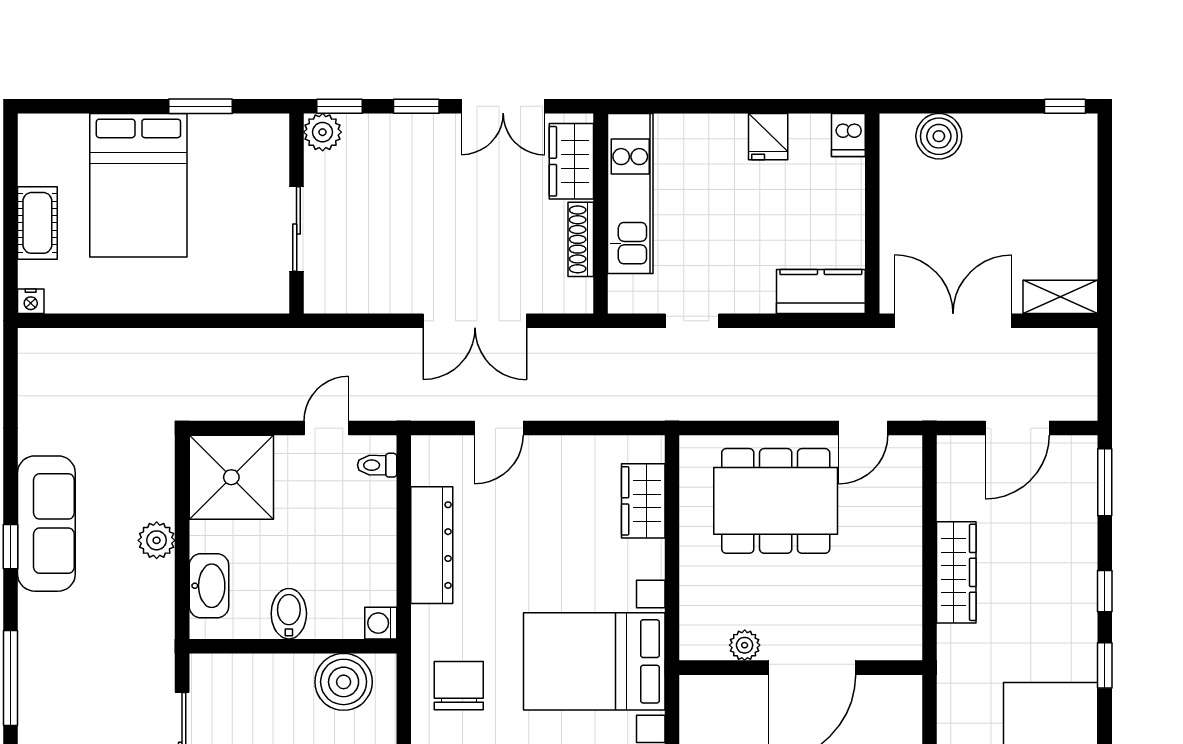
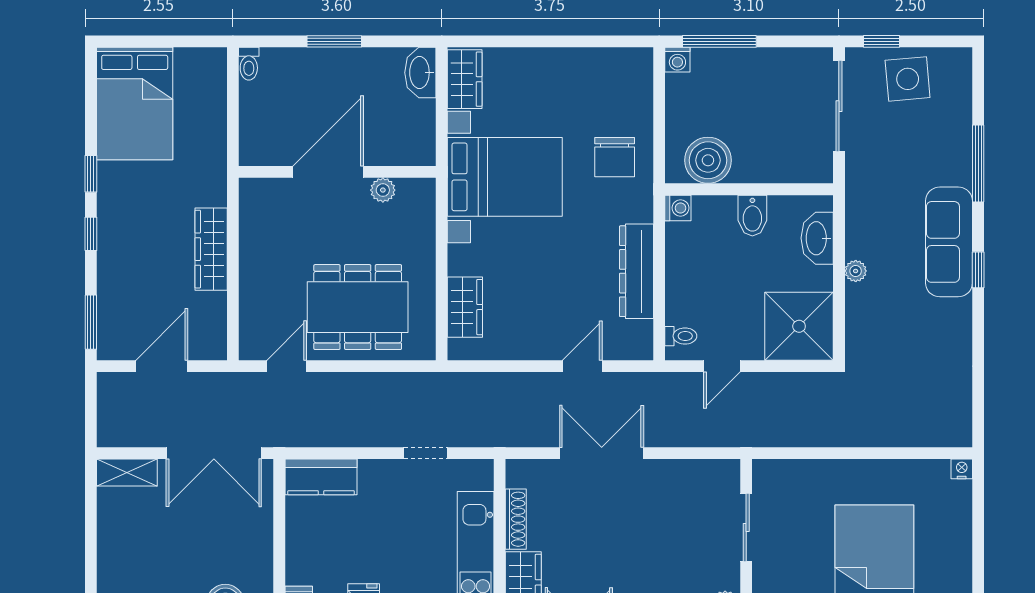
cot: (37, 223) -> (956, 532), removed
sofa: (46, 524) -> (949, 242), moved
plant: (157, 540) -> (856, 271), width x0.73, depth x0.73

